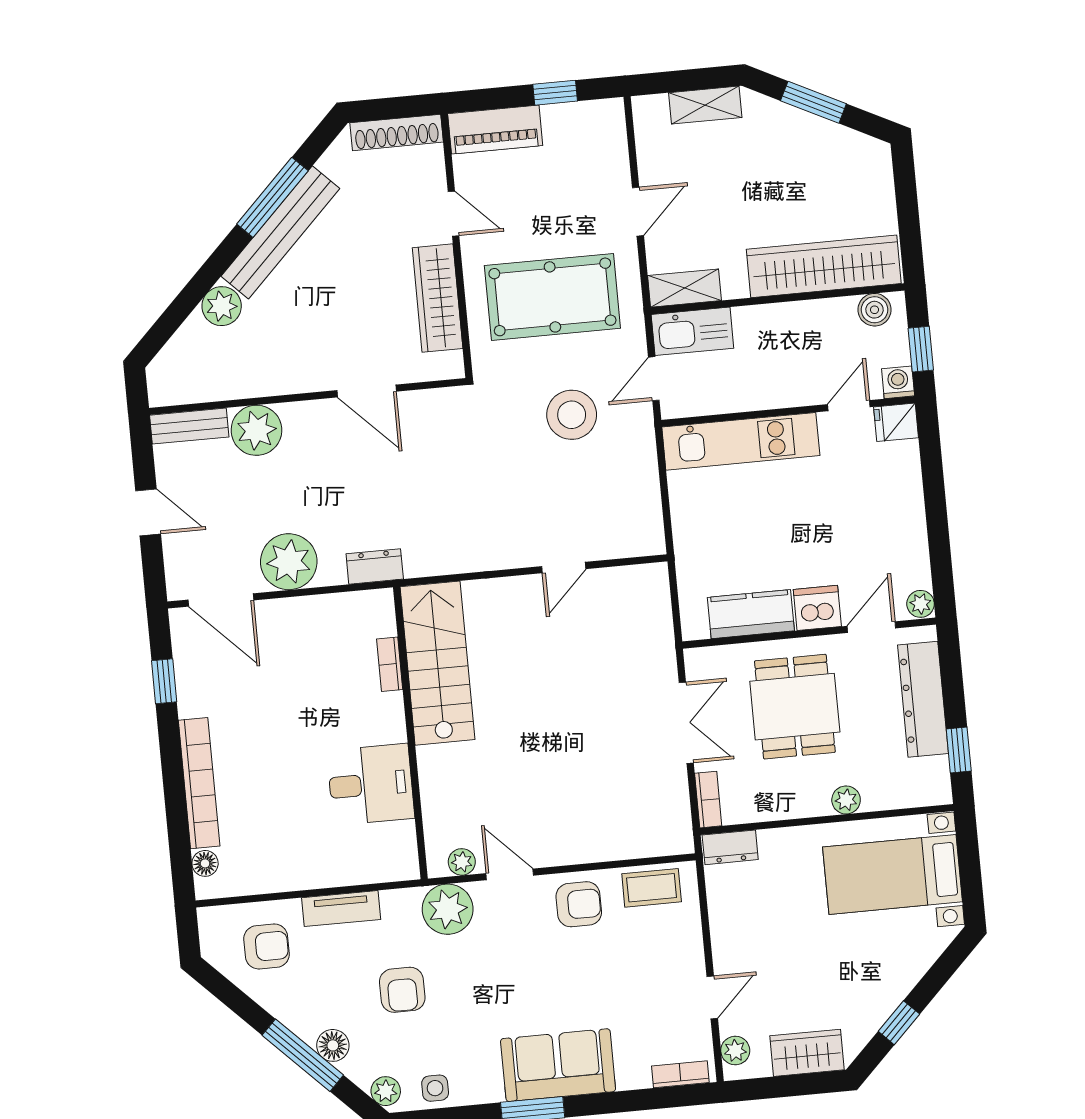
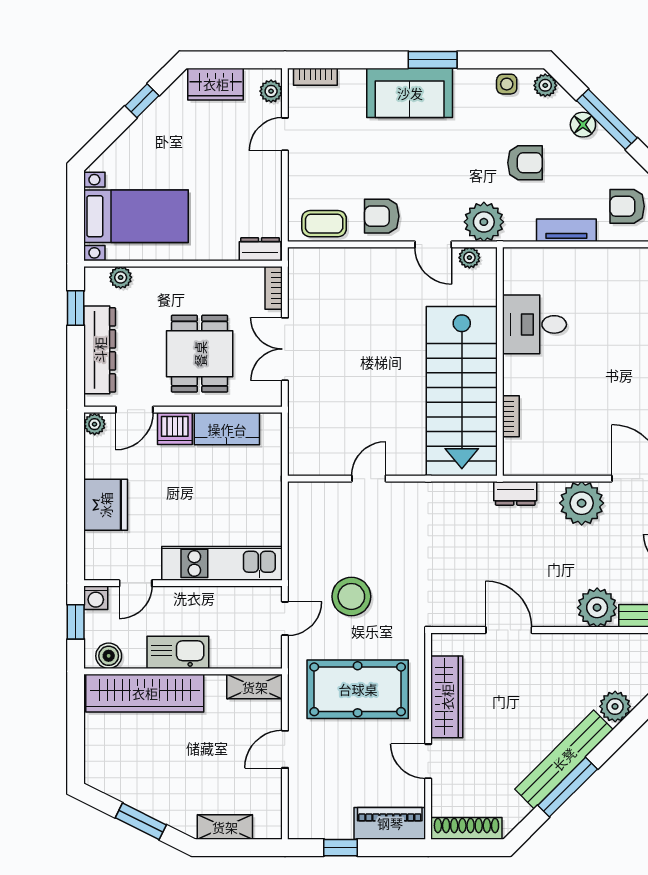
kitchen sink: (692, 331) -> (178, 652), moved
fridge: (896, 422) -> (106, 505), moved, width x1.88, depth x1.34
stairs: (438, 663) -> (462, 391), width x1.36, depth x1.51
plant: (846, 800) -> (121, 277), moved
armchair: (402, 990) -> (525, 163), turned 90

